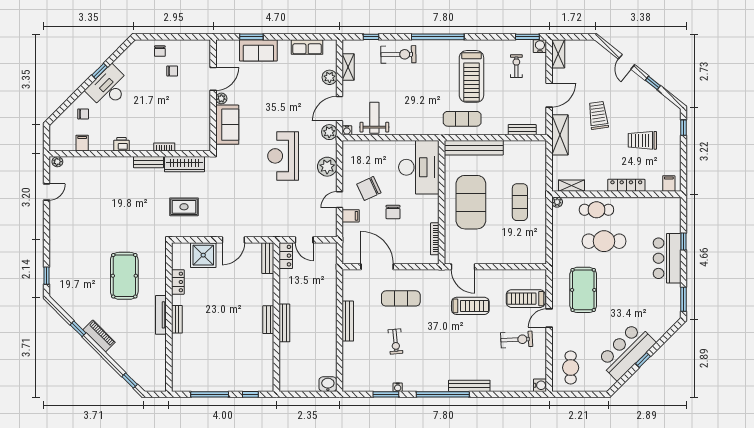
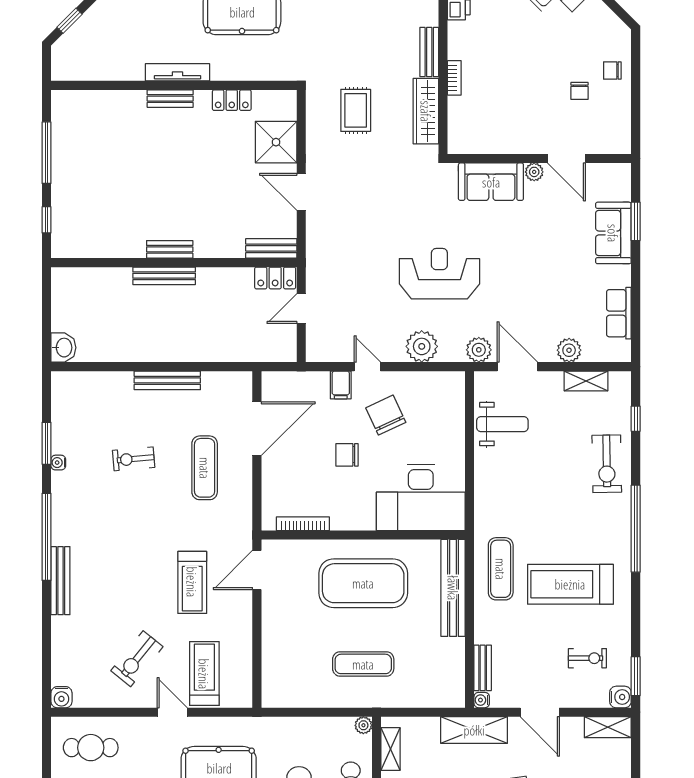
water cooler: (347, 130) -> (482, 700), moved
exercise bike: (517, 340) -> (137, 659), turned 42

